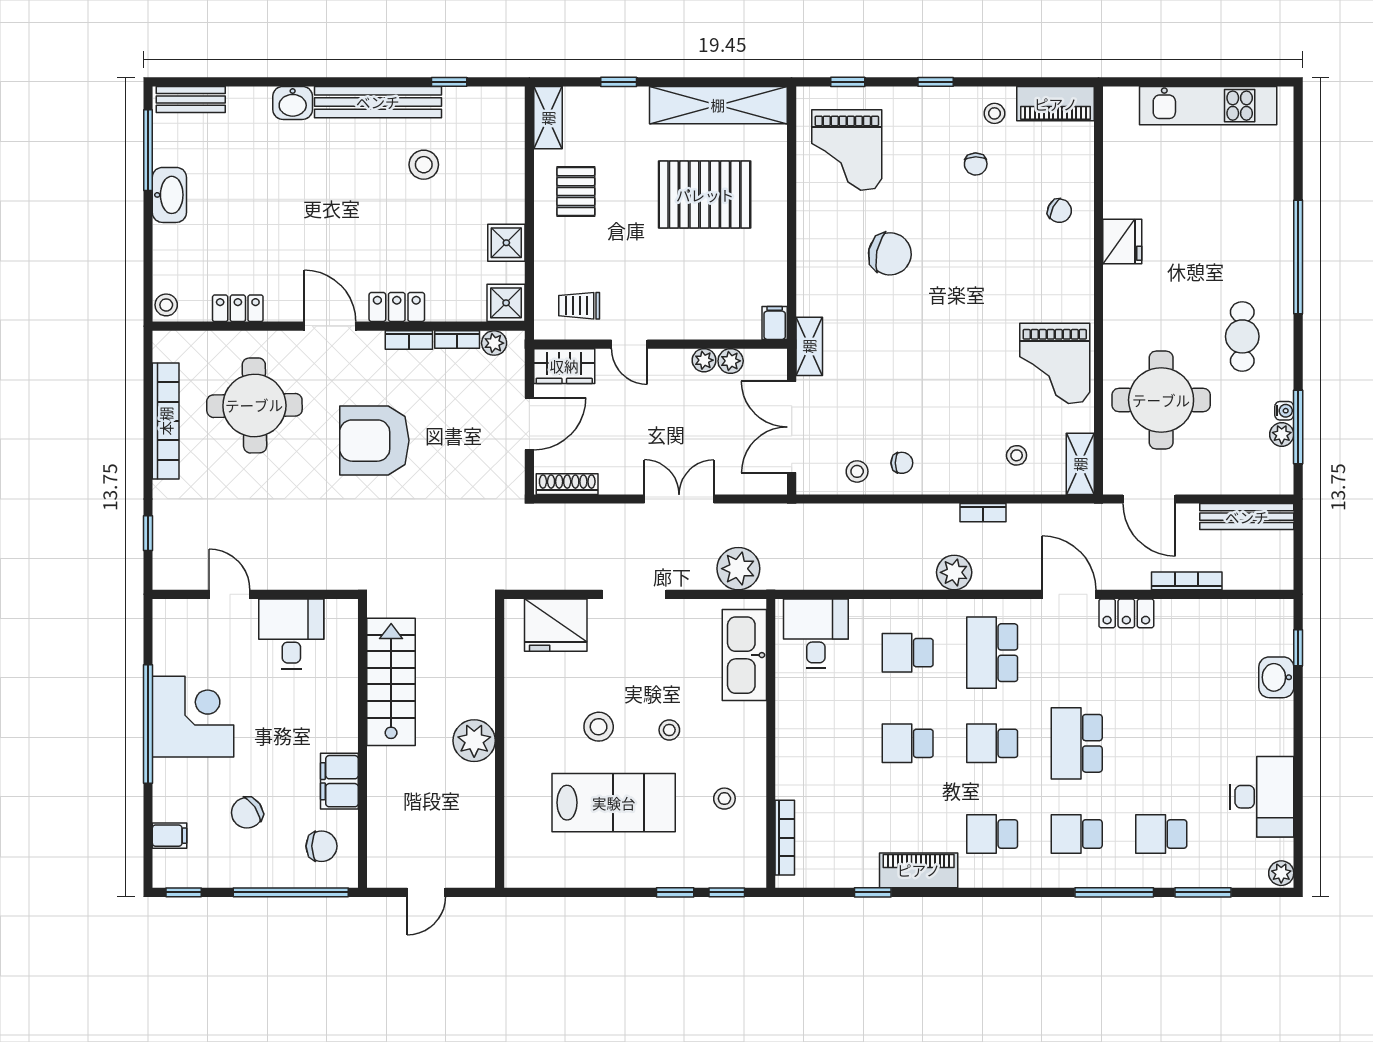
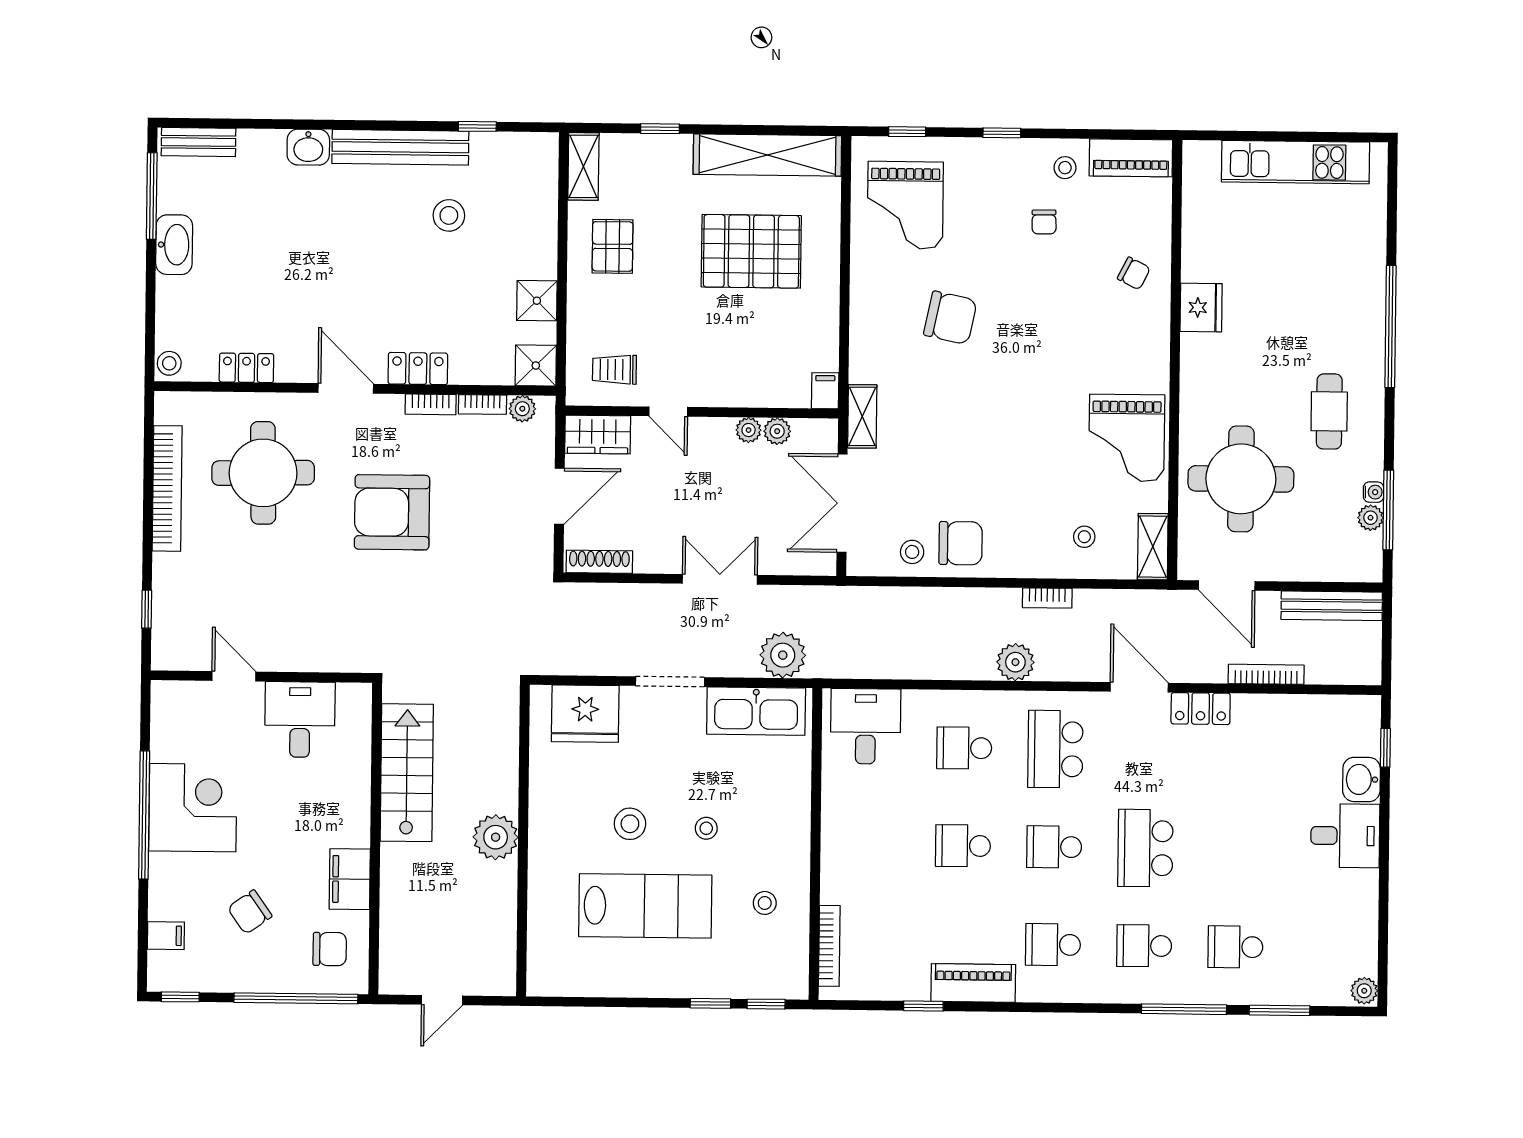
chair: (902, 463) -> (961, 543), width x1.87, depth x1.87
kitchen sink: (744, 655) -> (756, 711), moved, turned -90
desk: (1262, 797) -> (1345, 836), moved, width x0.73

